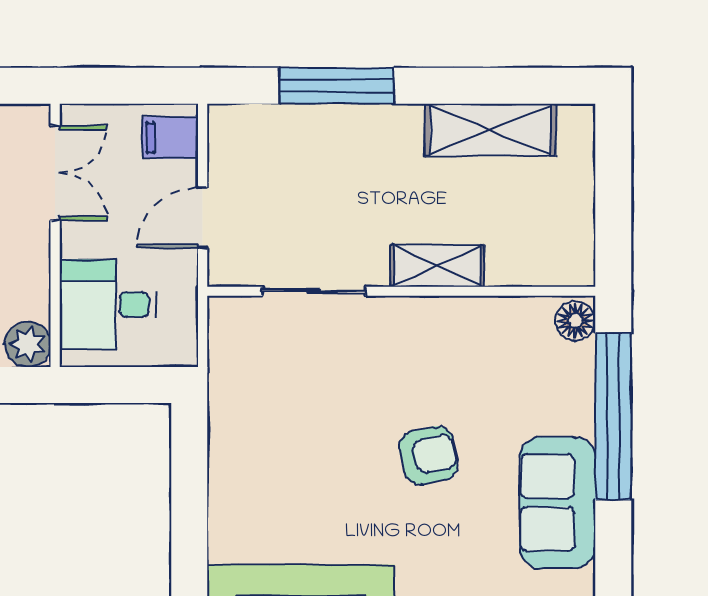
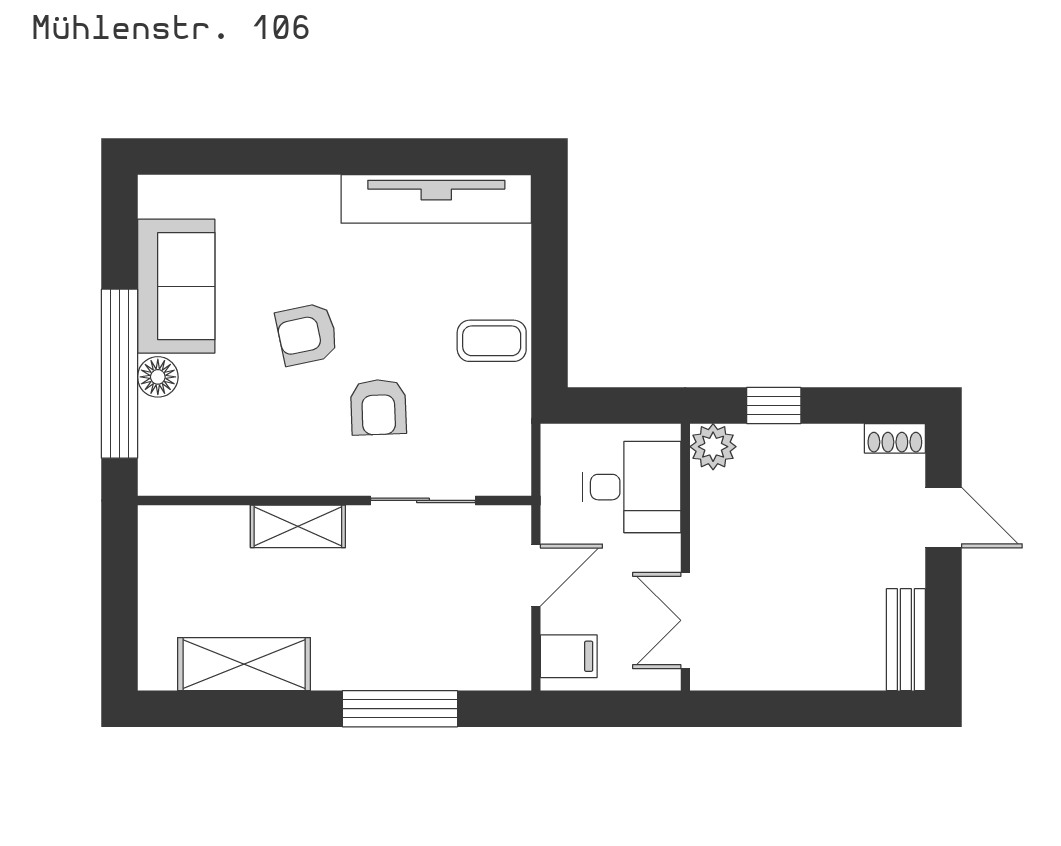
floor lamp: (575, 321) -> (158, 377), moved
armchair: (358, 383) -> (378, 407), added
coffee table: (246, 449) -> (492, 341), added

